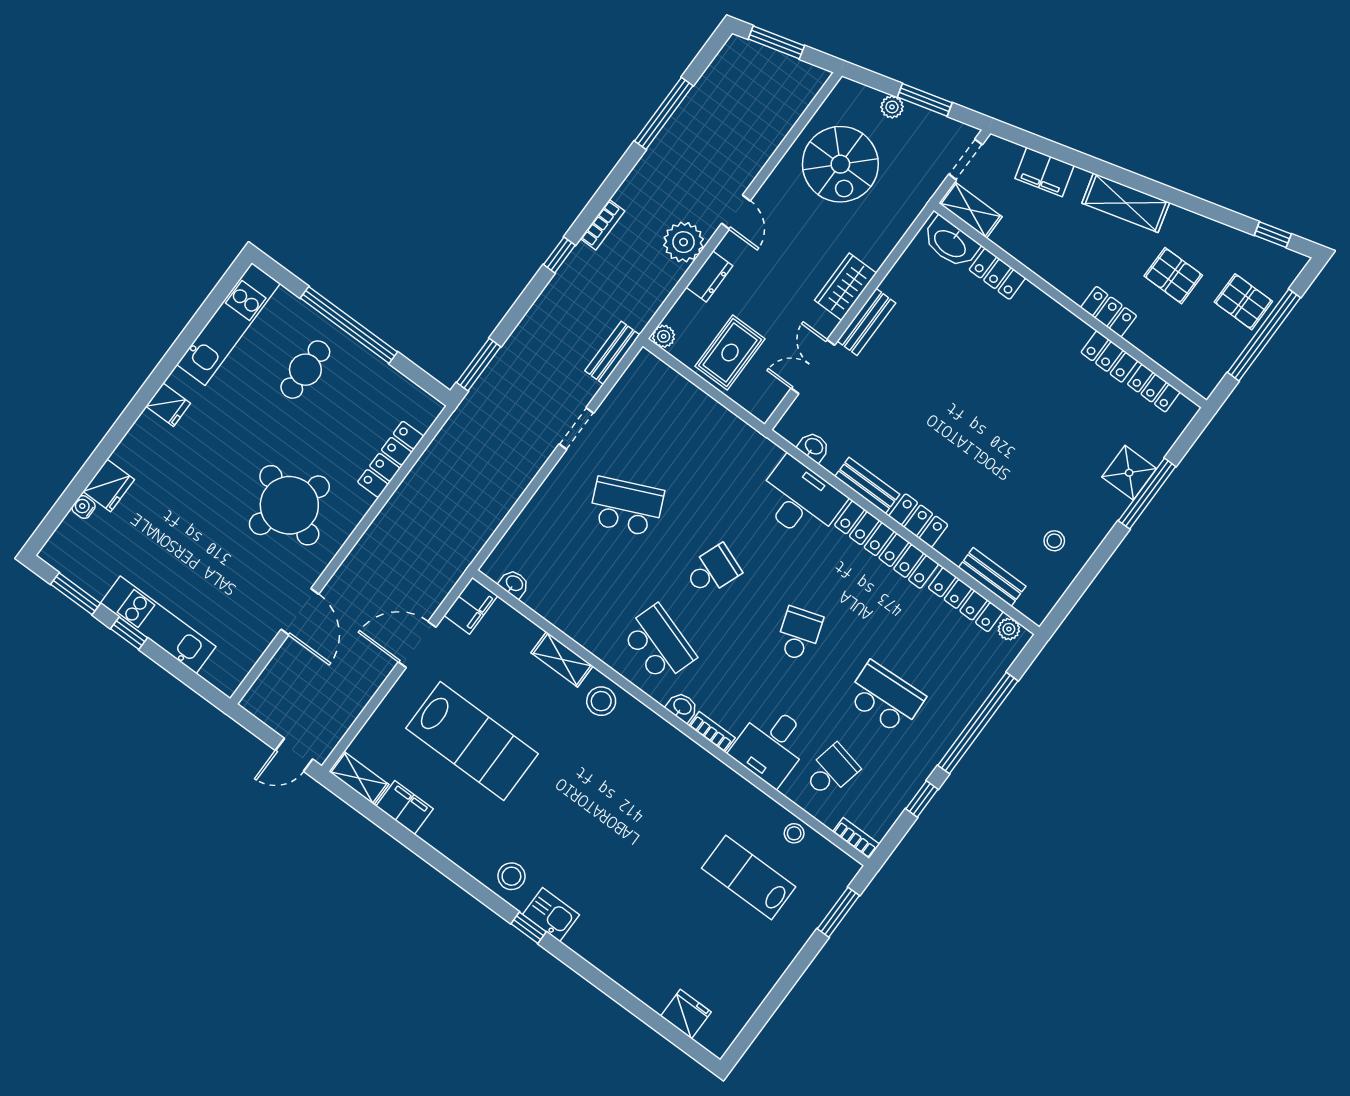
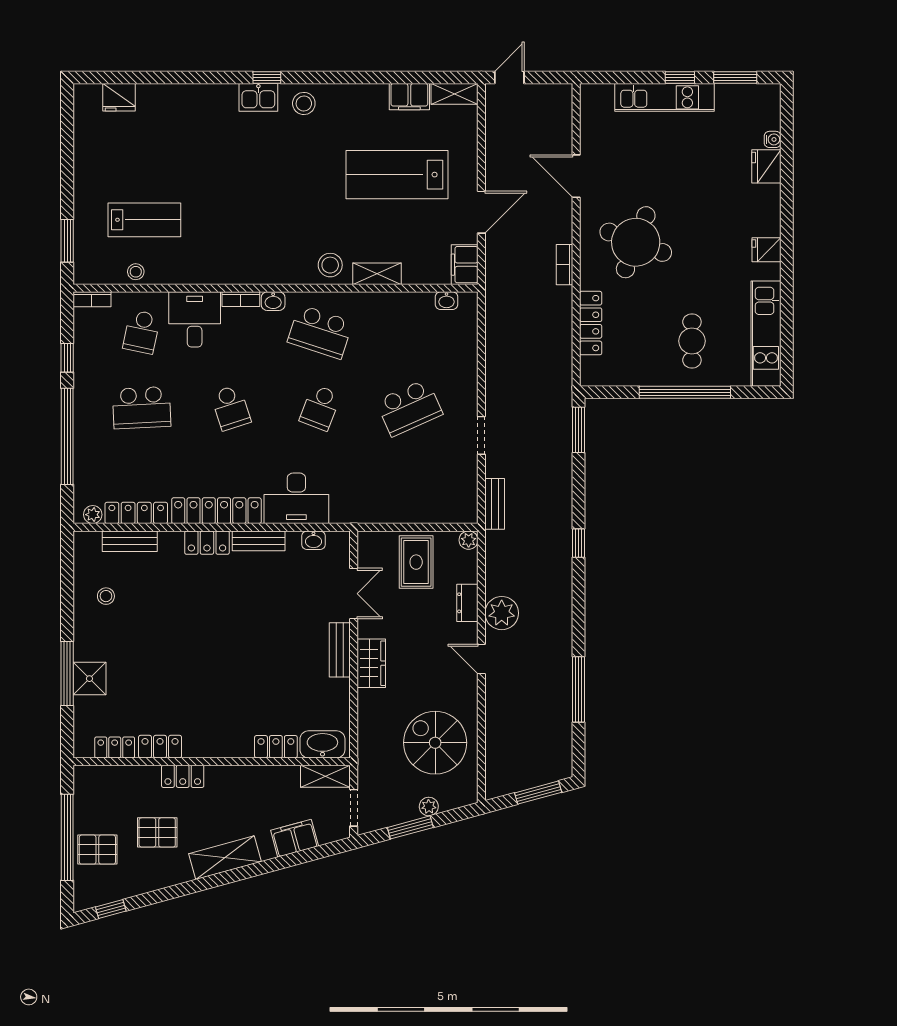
bookcase: (603, 225) -> (564, 265), moved

